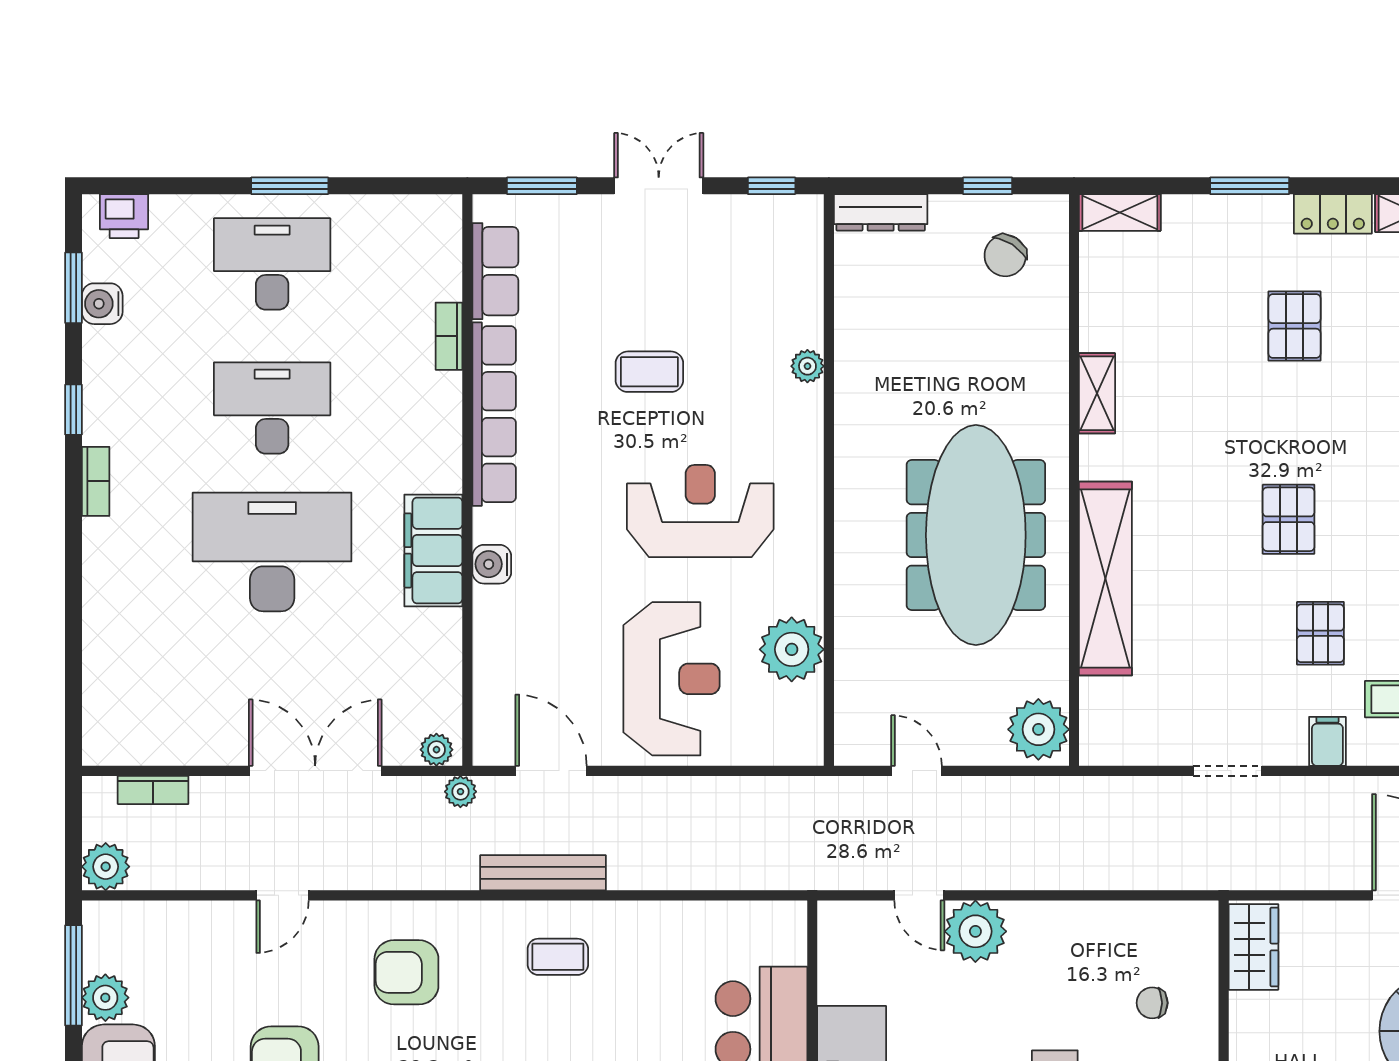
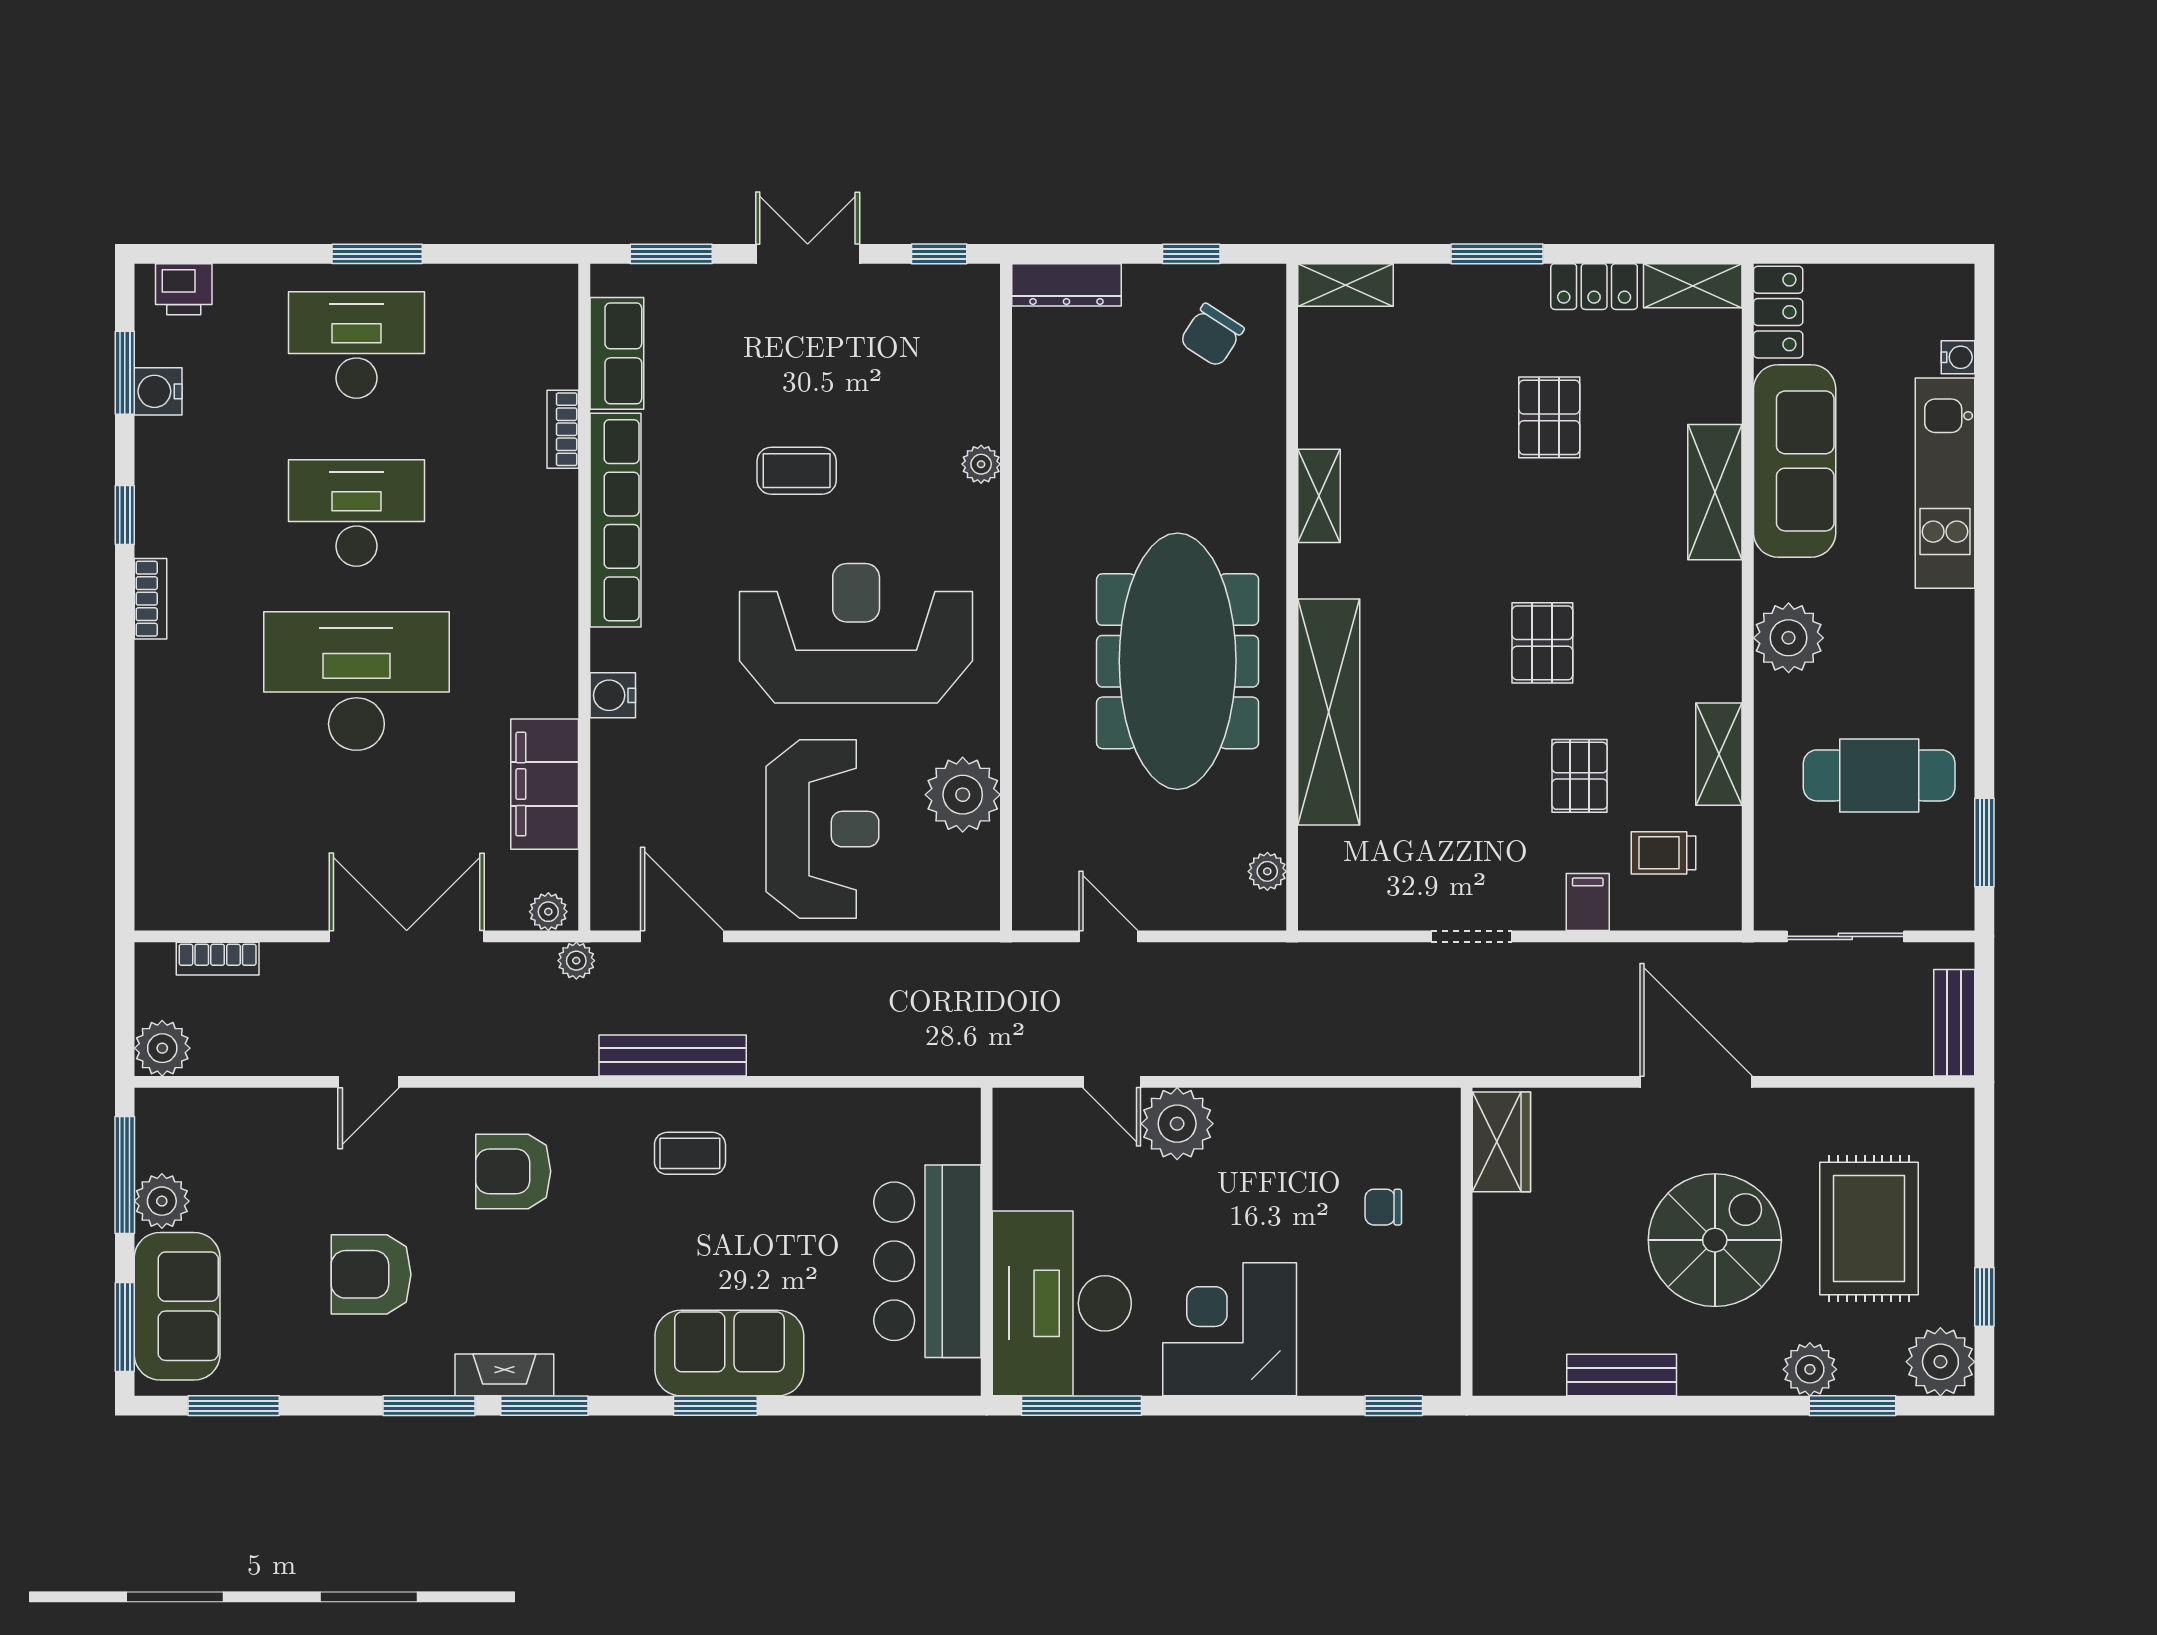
reception desk: (700, 511) -> (856, 633), width x1.36, depth x1.30
filing cabinet: (433, 550) -> (545, 784), moved
plant: (1038, 729) -> (1267, 871), width x0.53, depth x0.53

